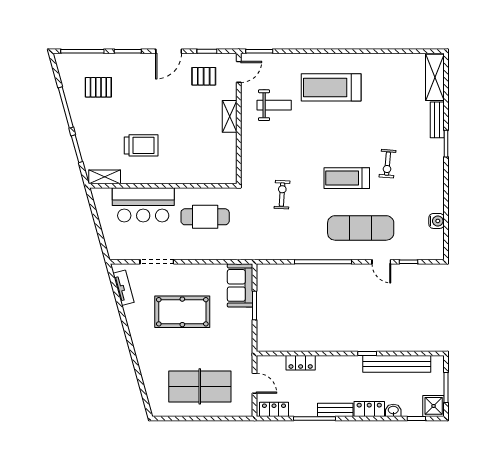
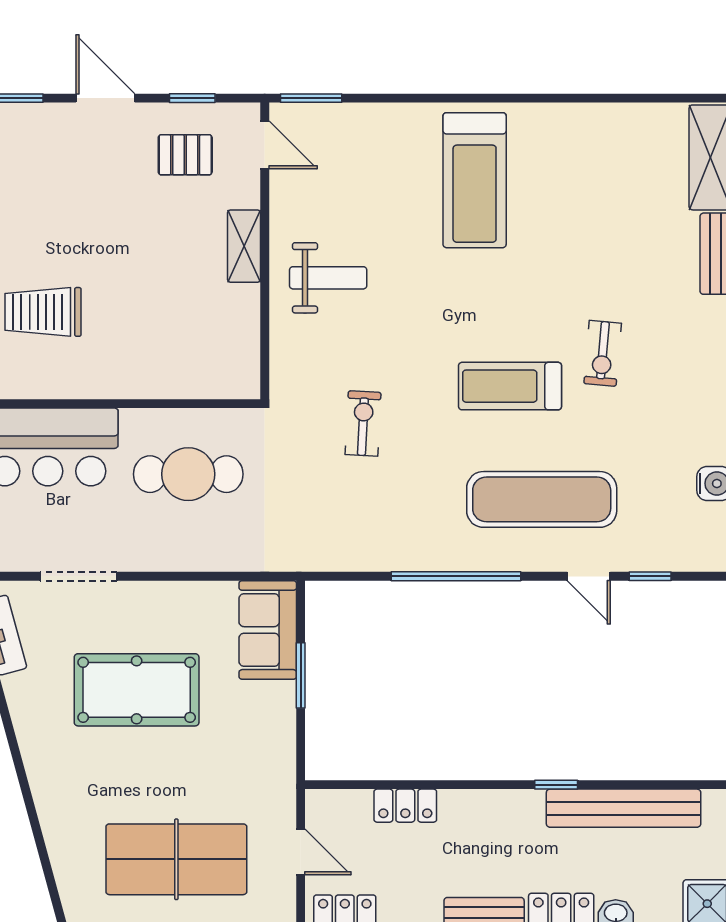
door: (169, 51) -> (105, 98), swing flipped
door: (239, 72) -> (265, 145), hinge flipped
treadmill: (331, 87) -> (475, 180), turned -90
weight bench: (274, 105) -> (328, 278), moved
trolley: (141, 145) -> (43, 312), turned 180

